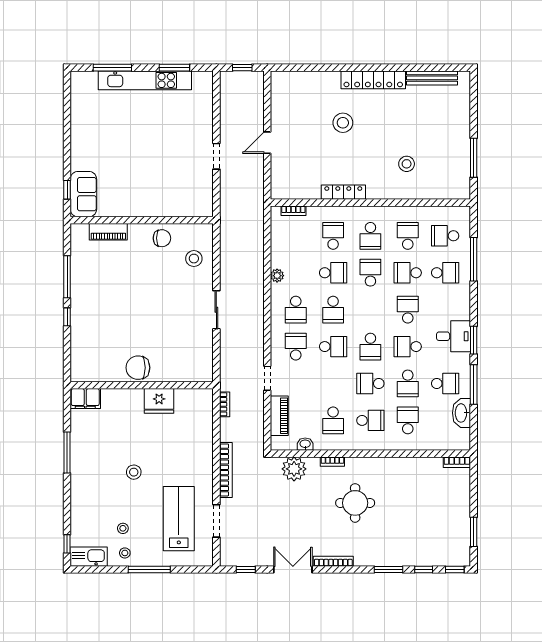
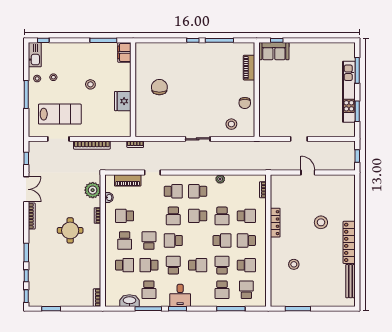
wall: (142, 385) -> (133, 90), moved
filing cabinet: (85, 398) -> (124, 52), moved
fridge: (159, 401) -> (123, 101), moved

